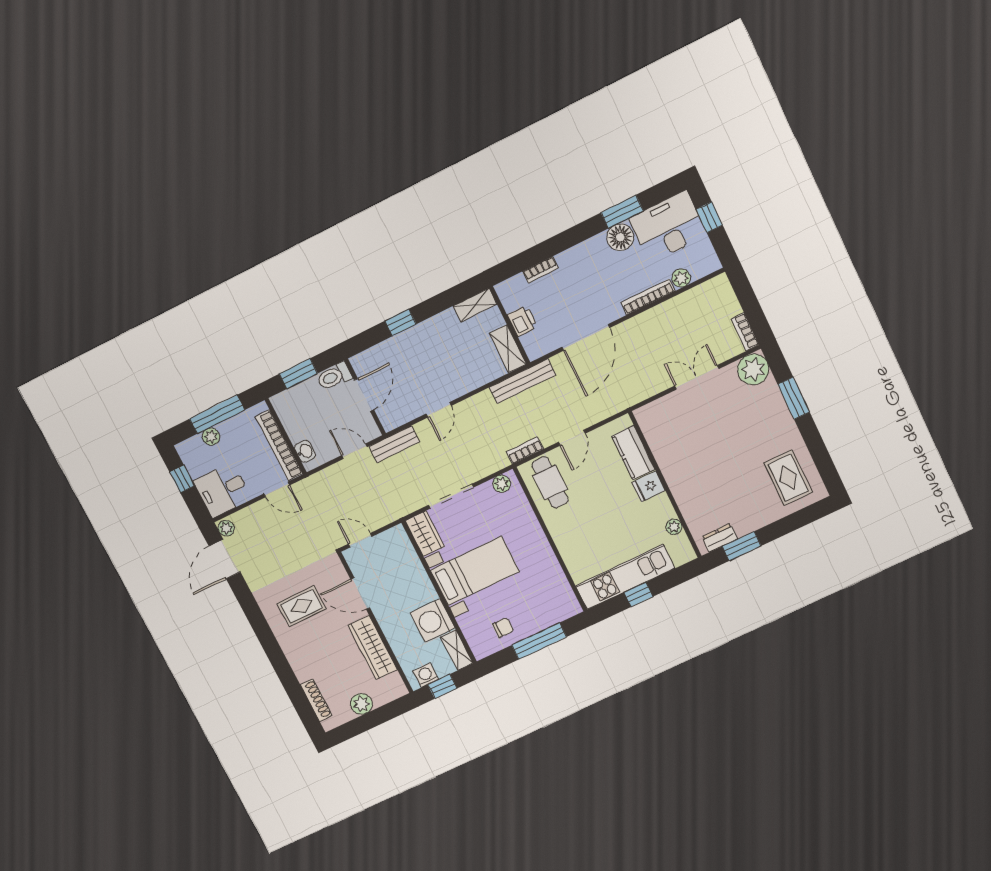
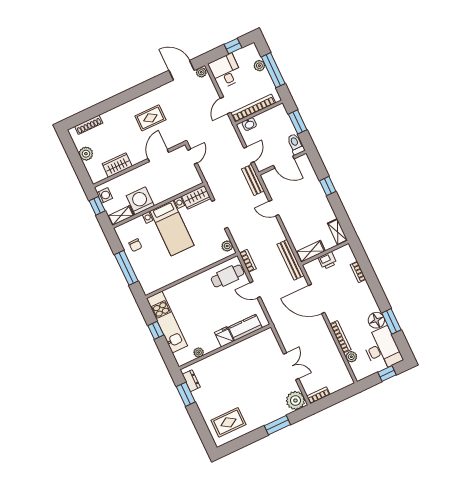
rug: (301, 606) -> (150, 118), turned 90
wardrobe: (373, 647) -> (117, 165), width x0.67

